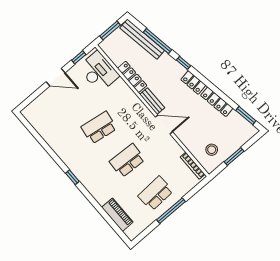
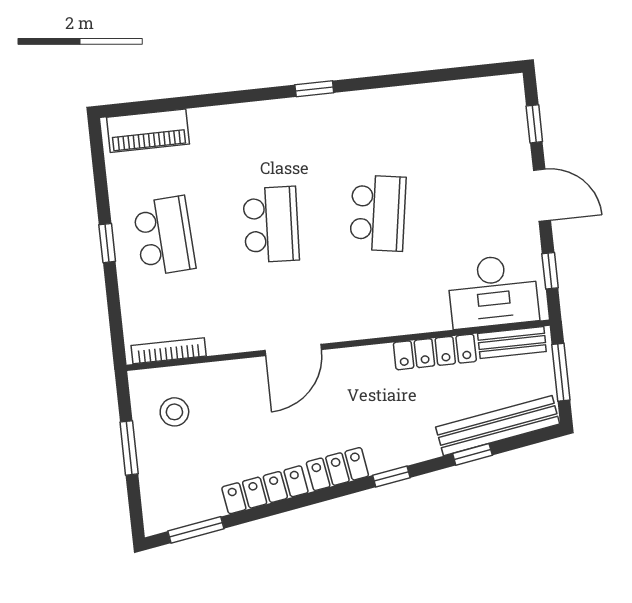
window: (158, 41) -> (472, 454), width x0.46
door: (56, 77) -> (542, 195), swing flipped
window: (34, 96) -> (534, 124), added
bench: (152, 101) -> (512, 343), moved
window: (171, 211) -> (107, 243), width x0.46
piano: (117, 215) -> (148, 131), moved

